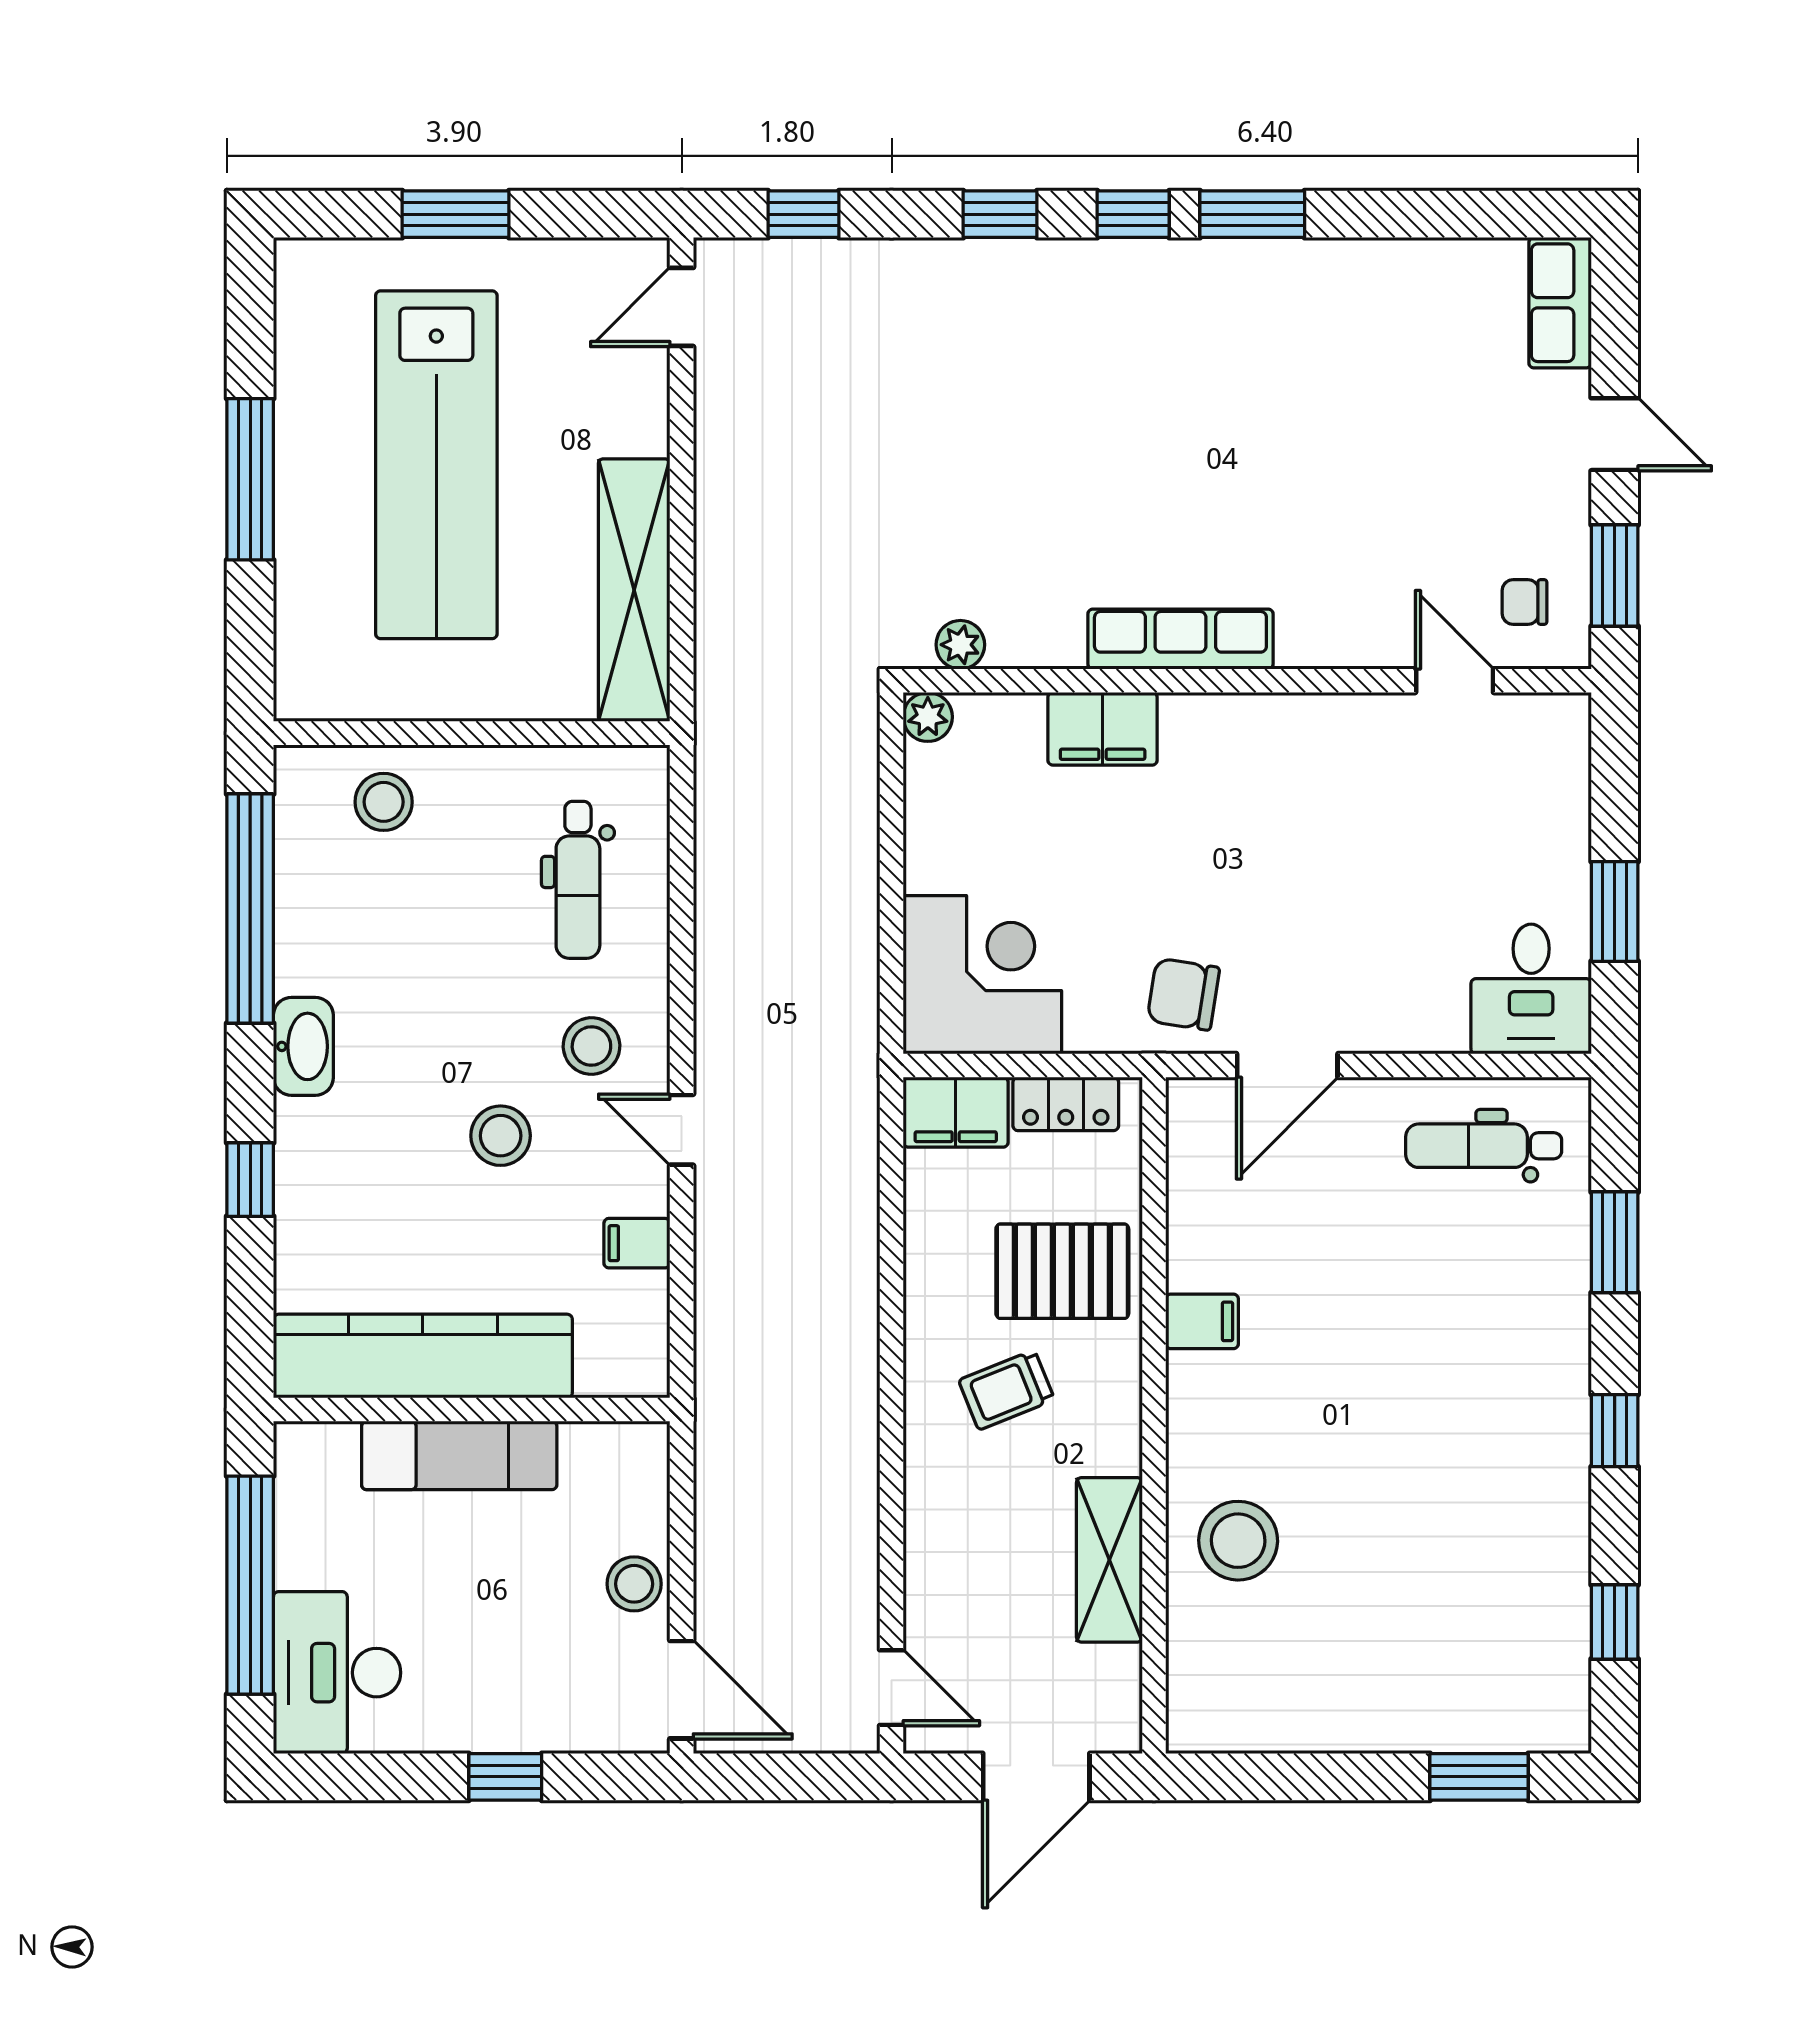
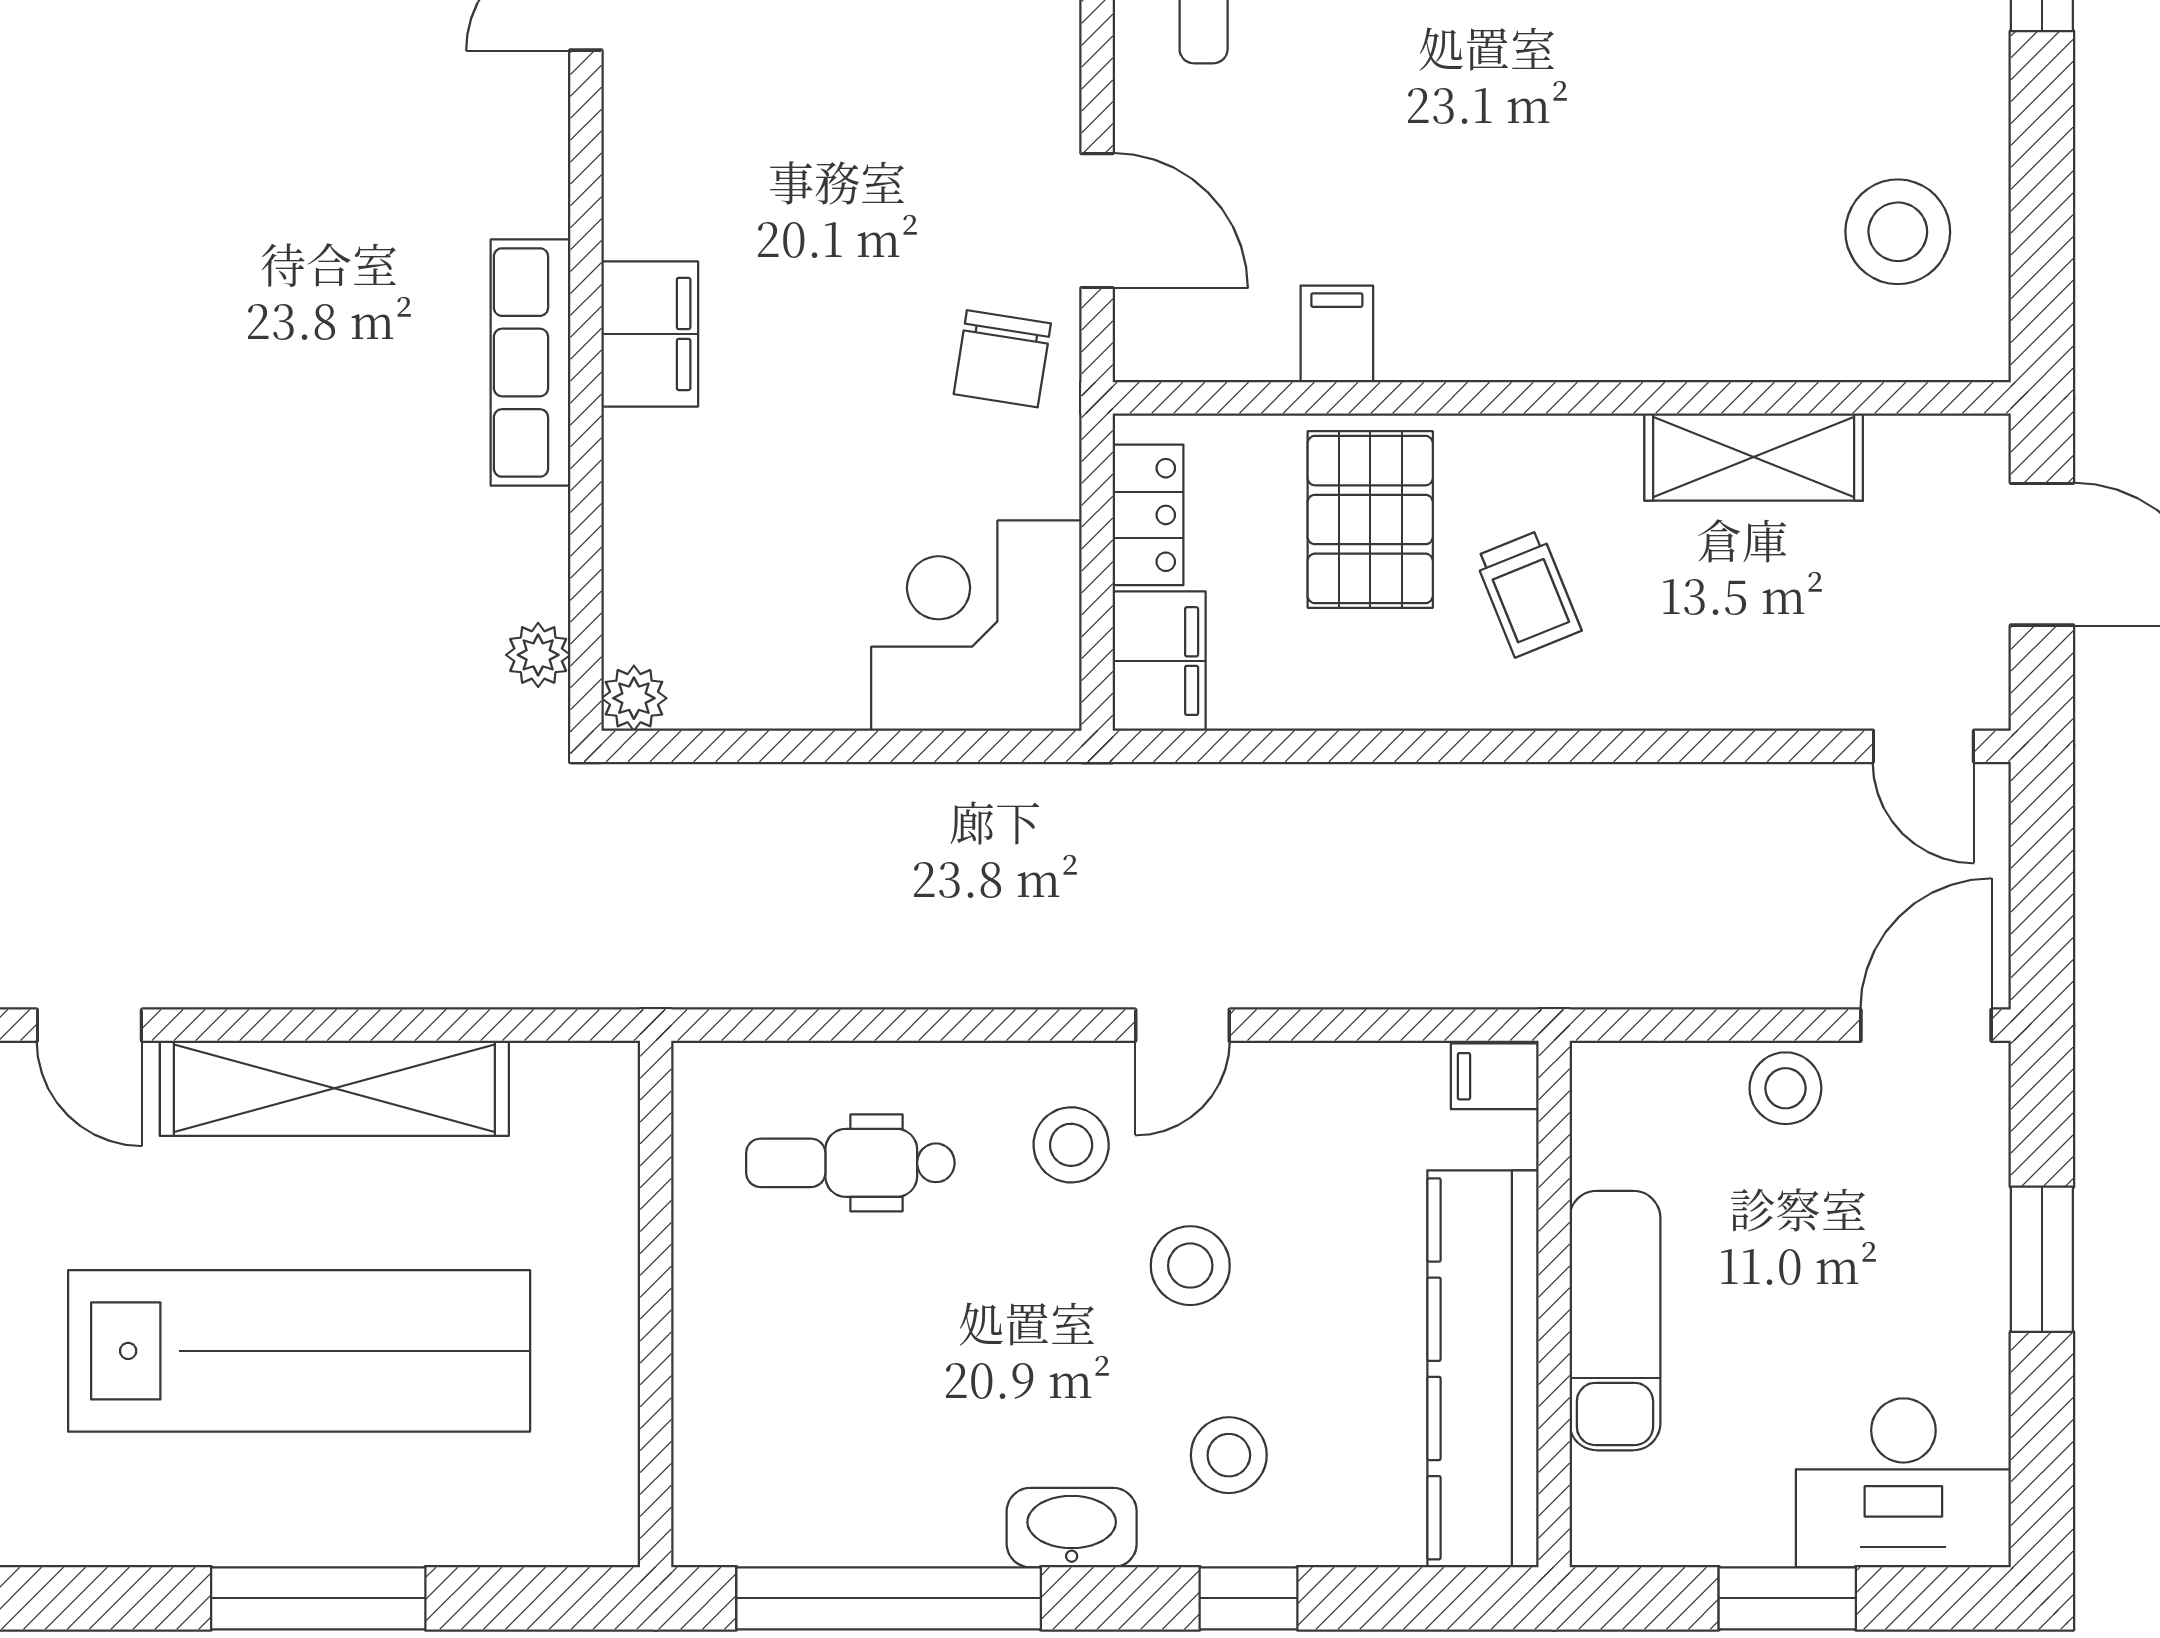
shelving: (634, 590) -> (334, 1088), moved
filing cabinet: (1103, 729) -> (650, 334), moved
stool: (384, 802) -> (1229, 1455), moved
dental chair: (578, 880) -> (850, 1163), turned 180
filing cabinet: (637, 1243) -> (1495, 1076), moved, turned 90
filing cabinet: (1202, 1321) -> (1337, 334), moved
stool: (1238, 1541) -> (1898, 232), moved
window: (250, 1585) -> (1787, 1598), width x0.47
door: (892, 1688) -> (1923, 746), swing flipped
window: (505, 1777) -> (2042, 1259), width x1.50

